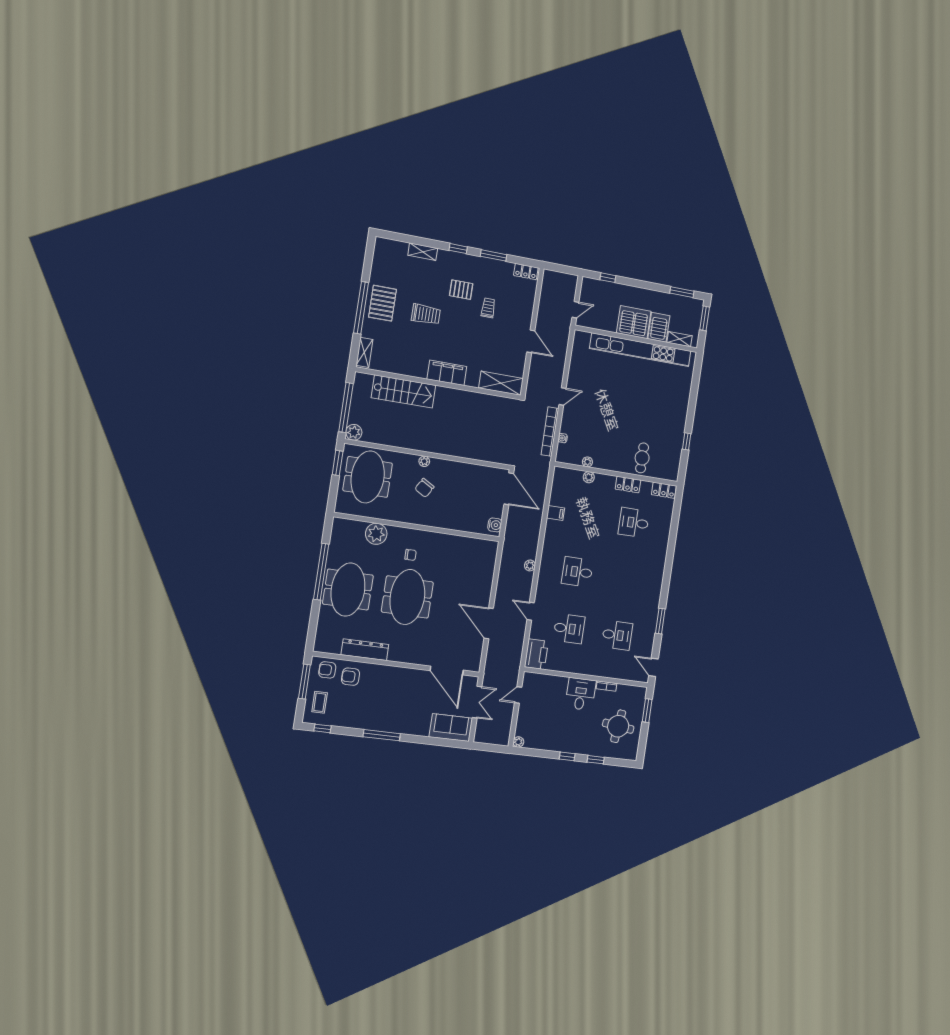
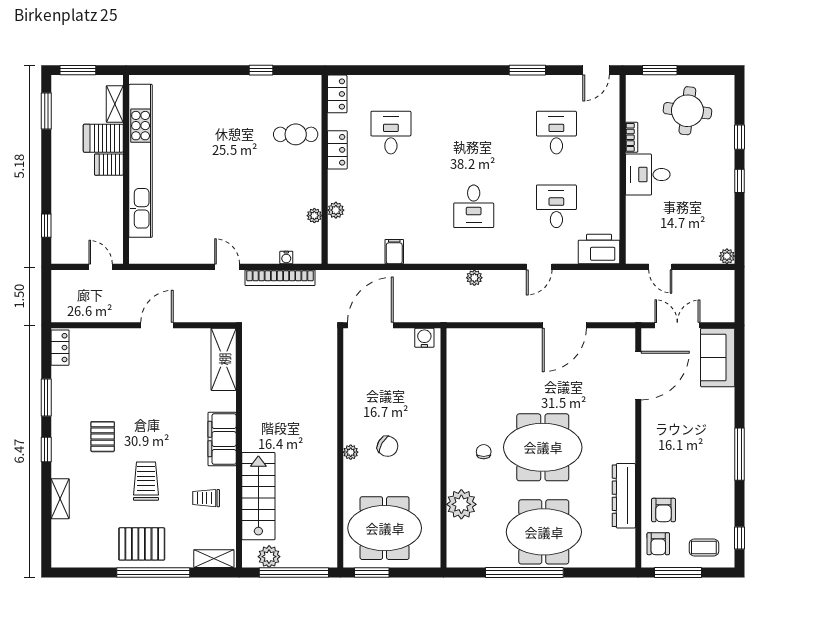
trolley: (488, 308) -> (206, 498), moved
server rack: (634, 322) -> (109, 165), width x0.46, depth x0.70
plant: (354, 432) -> (269, 557), moved
desk: (634, 523) -> (391, 133), turned 180

